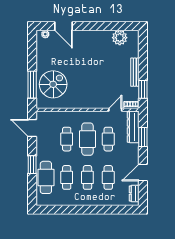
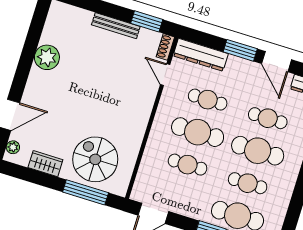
plant: (120, 38) -> (47, 57), moved
wardrobe: (42, 56) -> (45, 164), added
window: (143, 137) -> (240, 50), moved
cafe table: (87, 177) -> (258, 151), width x1.37, depth x1.35

